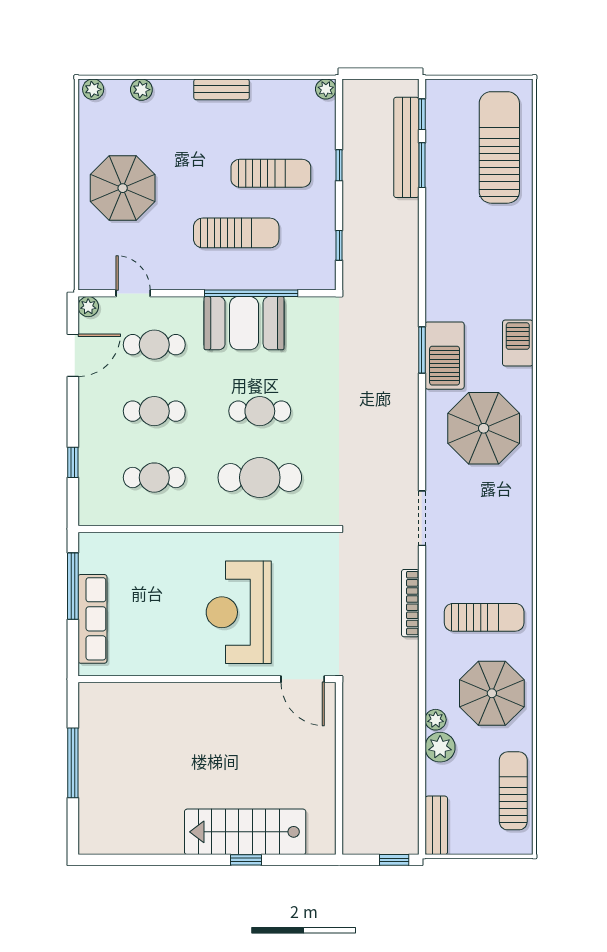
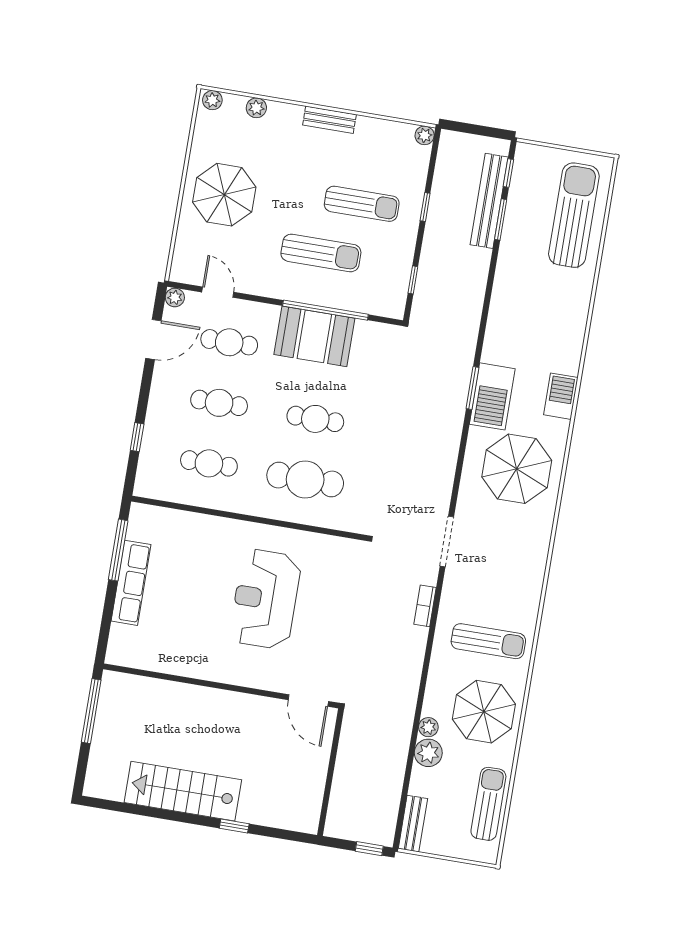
bookcase: (410, 603) -> (425, 606), width x0.64
wall: (207, 679) -> (221, 686), moved
door: (303, 679) -> (308, 701), moved
stairs: (245, 832) -> (183, 791), moved

